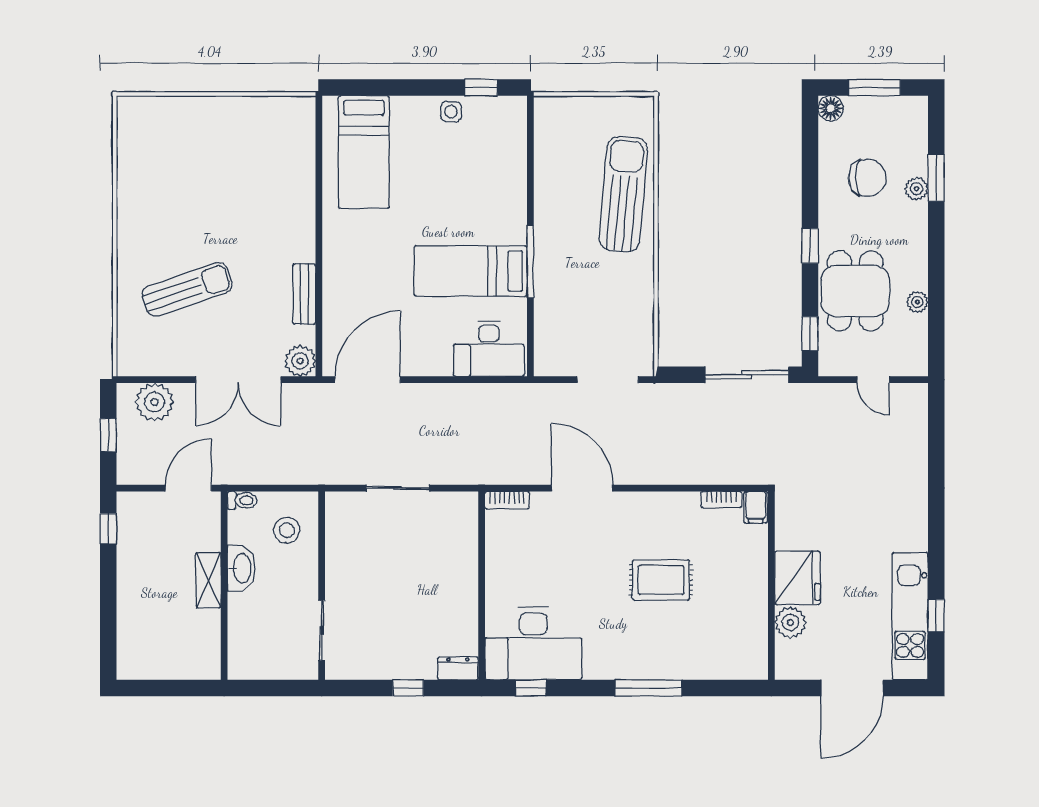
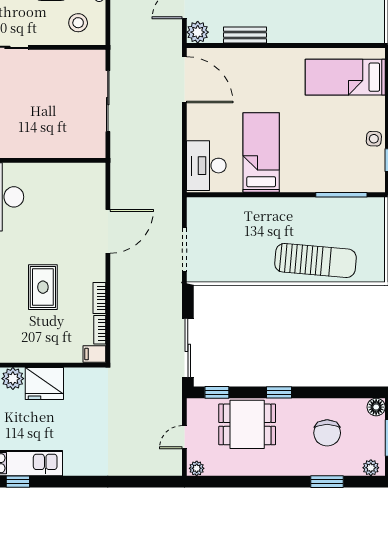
plant: (916, 189) -> (371, 468), moved
window: (530, 262) -> (341, 195), moved
plant: (917, 302) -> (197, 468), moved
sliding door: (398, 488) -> (108, 101), width x1.37
bookcase: (507, 500) -> (99, 298), moved

